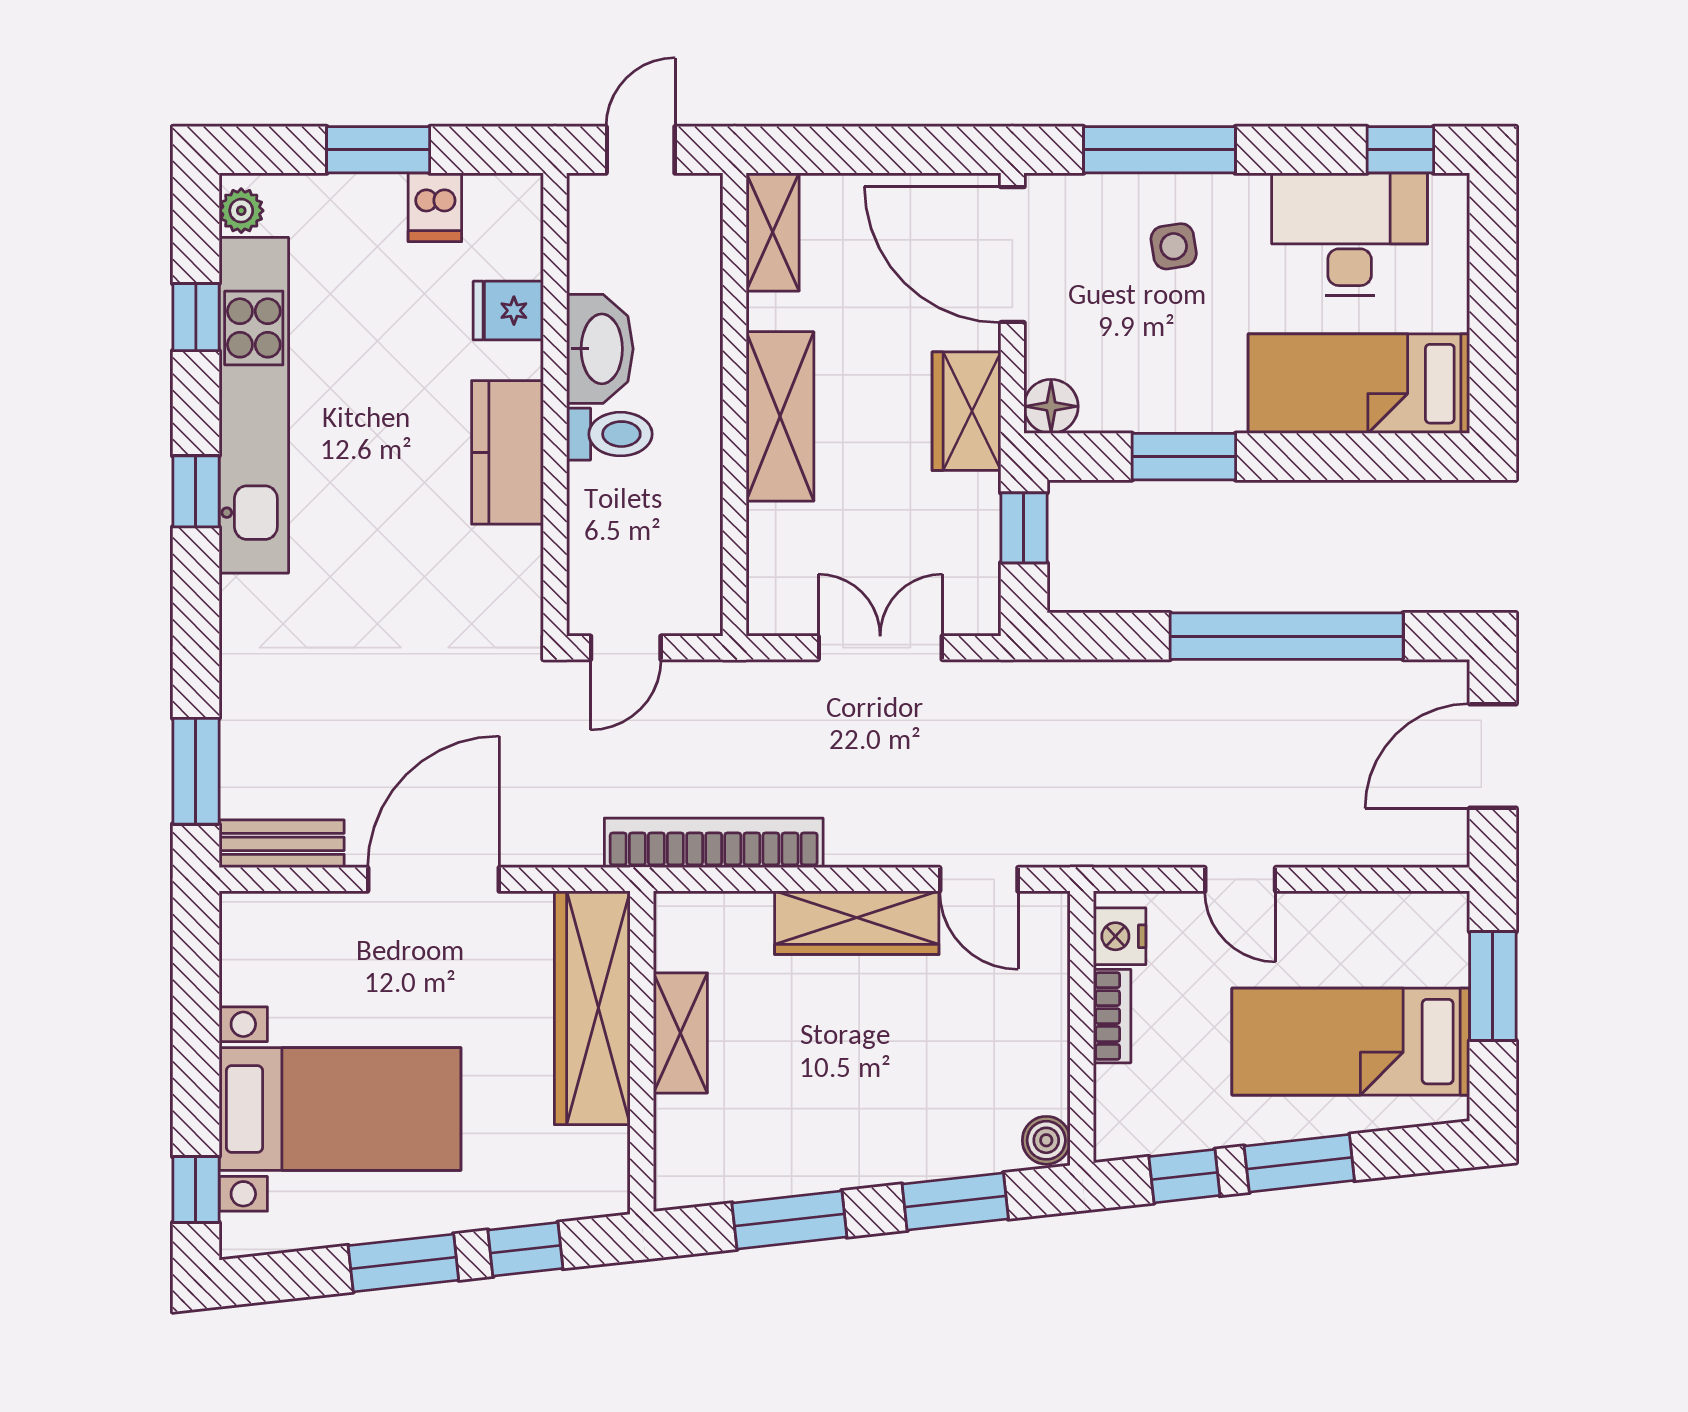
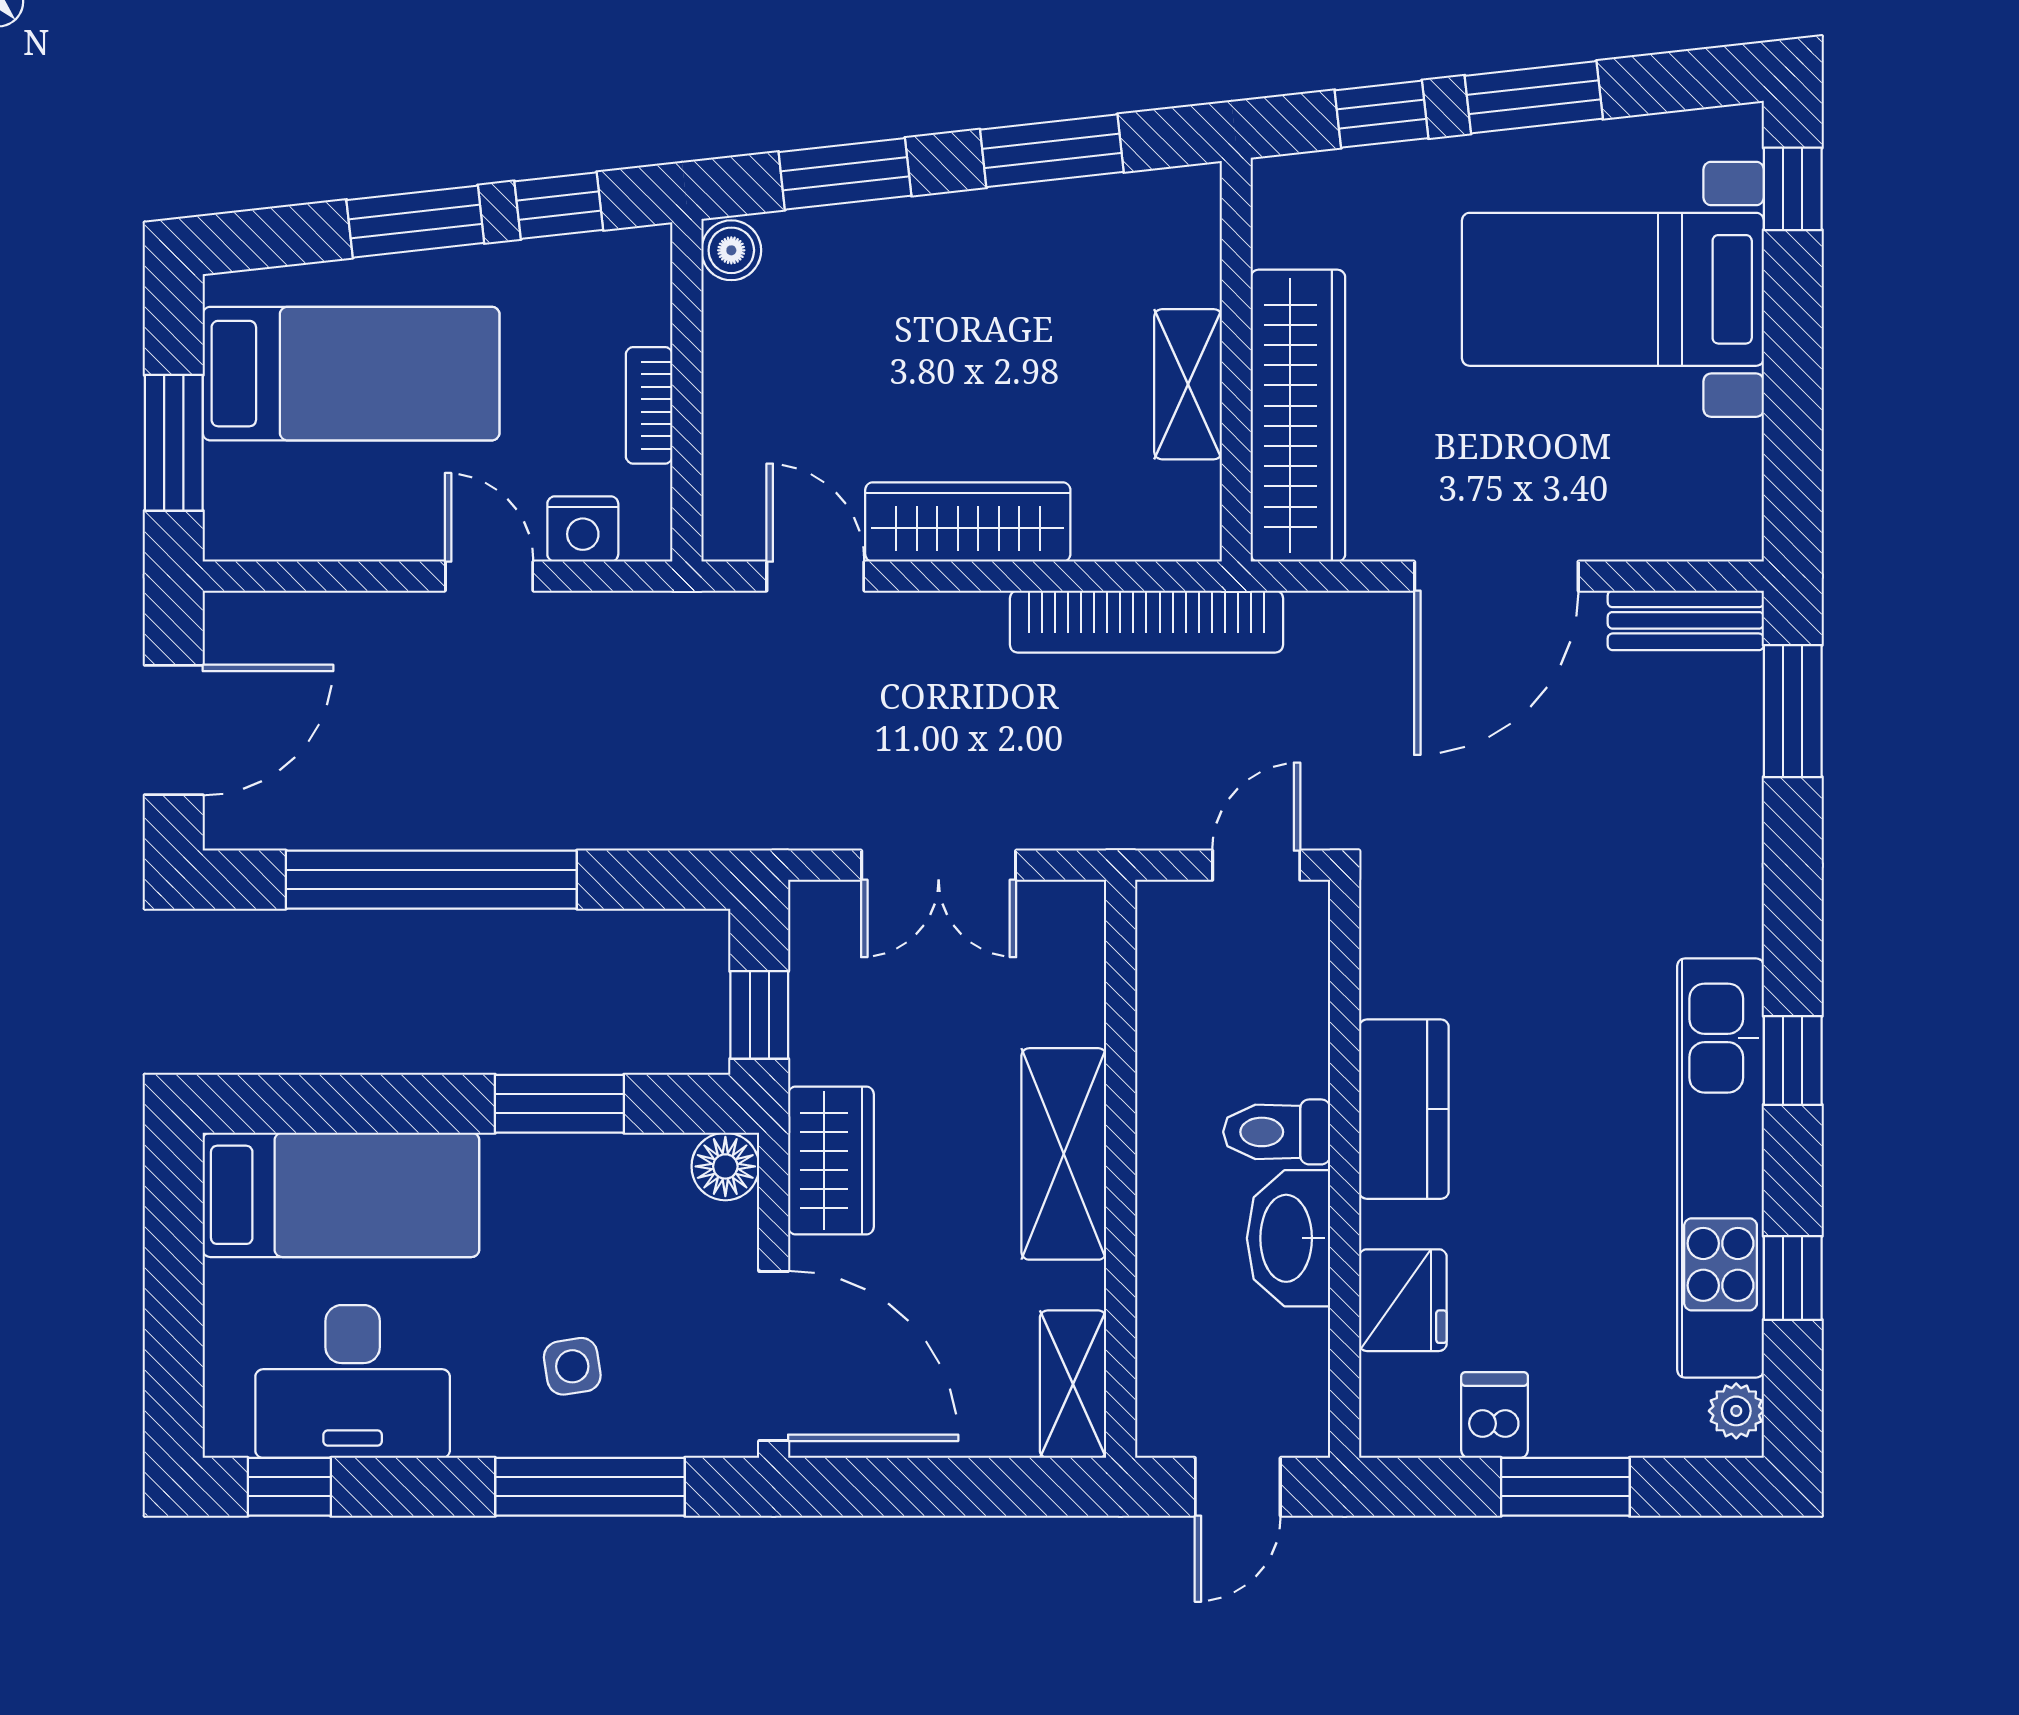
fridge: (508, 311) -> (1403, 1300), width x1.38
nightstand: (1120, 936) -> (583, 529), moved, turned 90

